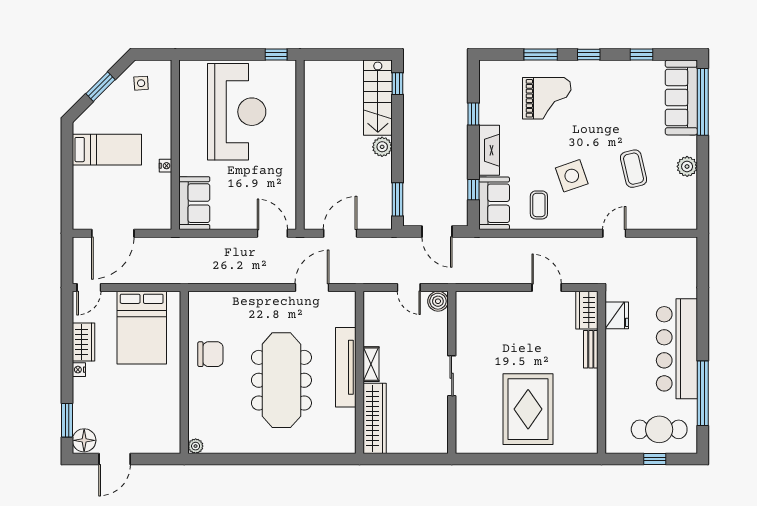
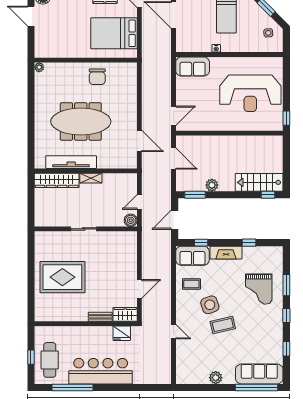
plant: (382, 147) -> (212, 185), moved
coffee table: (634, 169) -> (223, 325), moved
tv unit: (346, 367) -> (71, 162), moved

